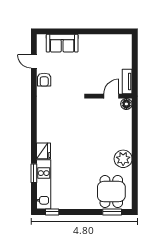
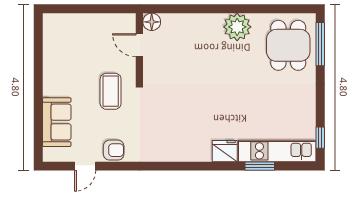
coffee table: (82, 78) -> (111, 91), added
tv unit: (127, 81) -> (117, 20), removed
dining table: (111, 192) -> (288, 45), turned 90
window: (112, 212) -> (320, 44), width x1.44

